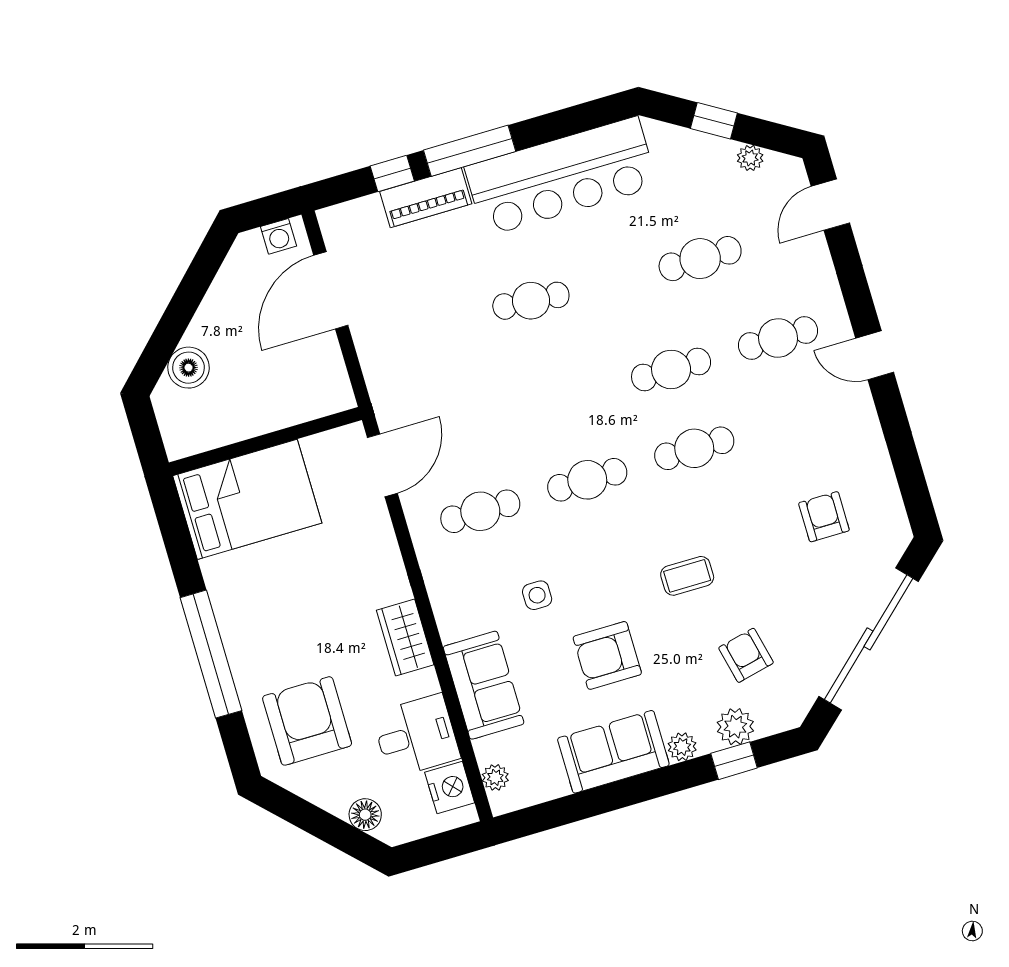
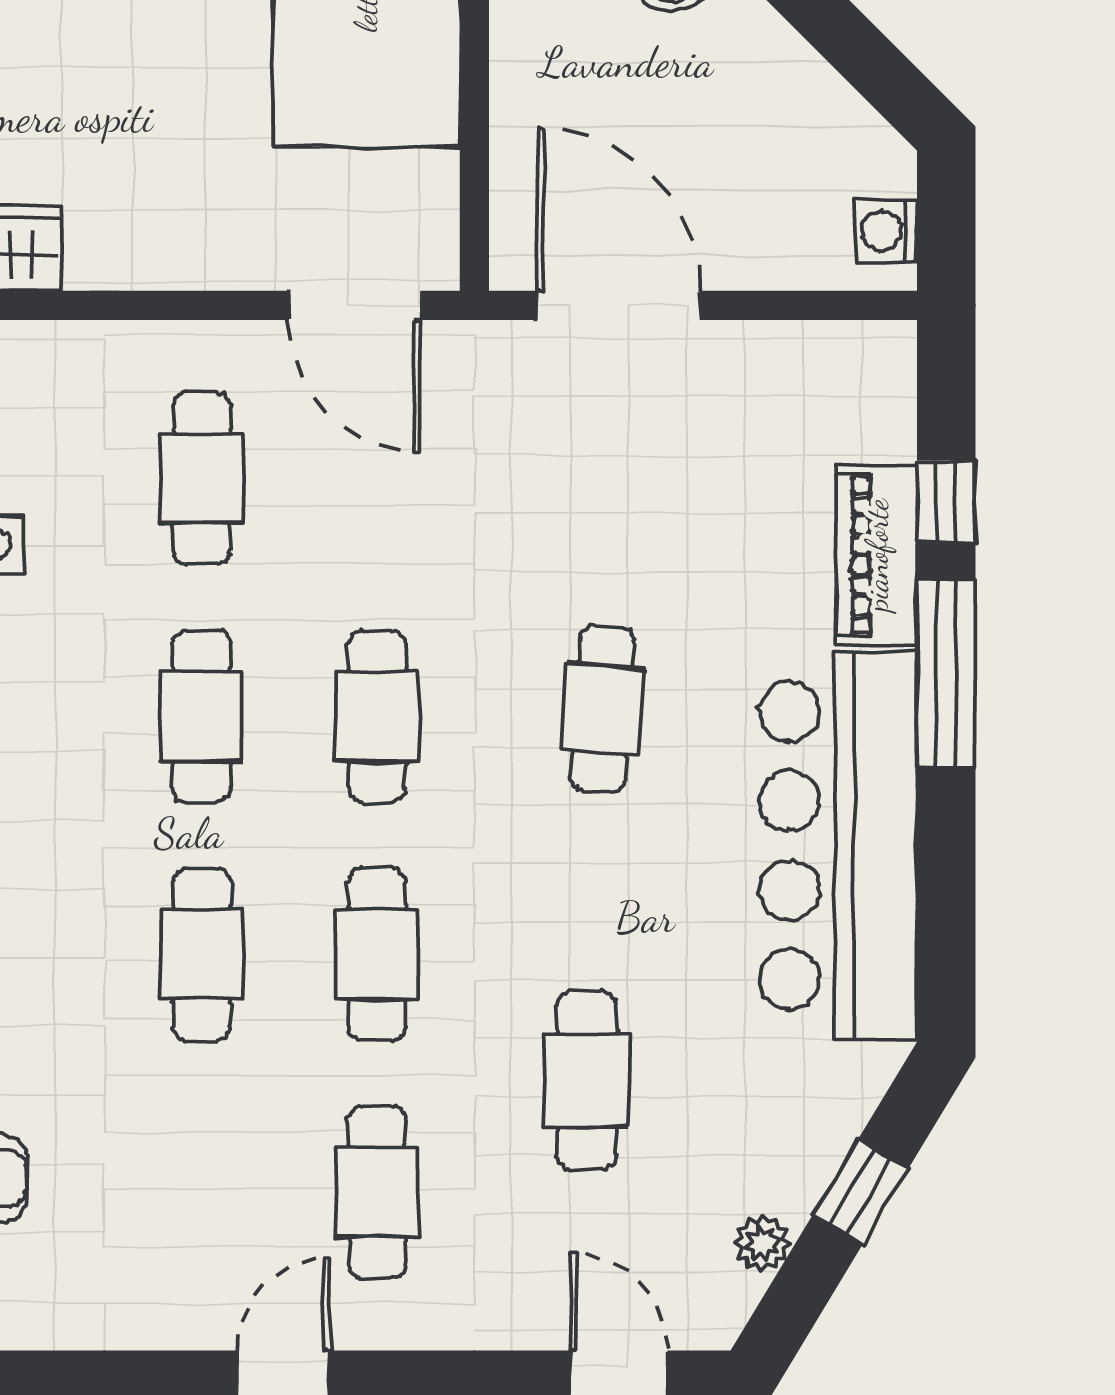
door: (331, 290) -> (619, 305), moved
cafe table: (564, 401) -> (377, 716), added

